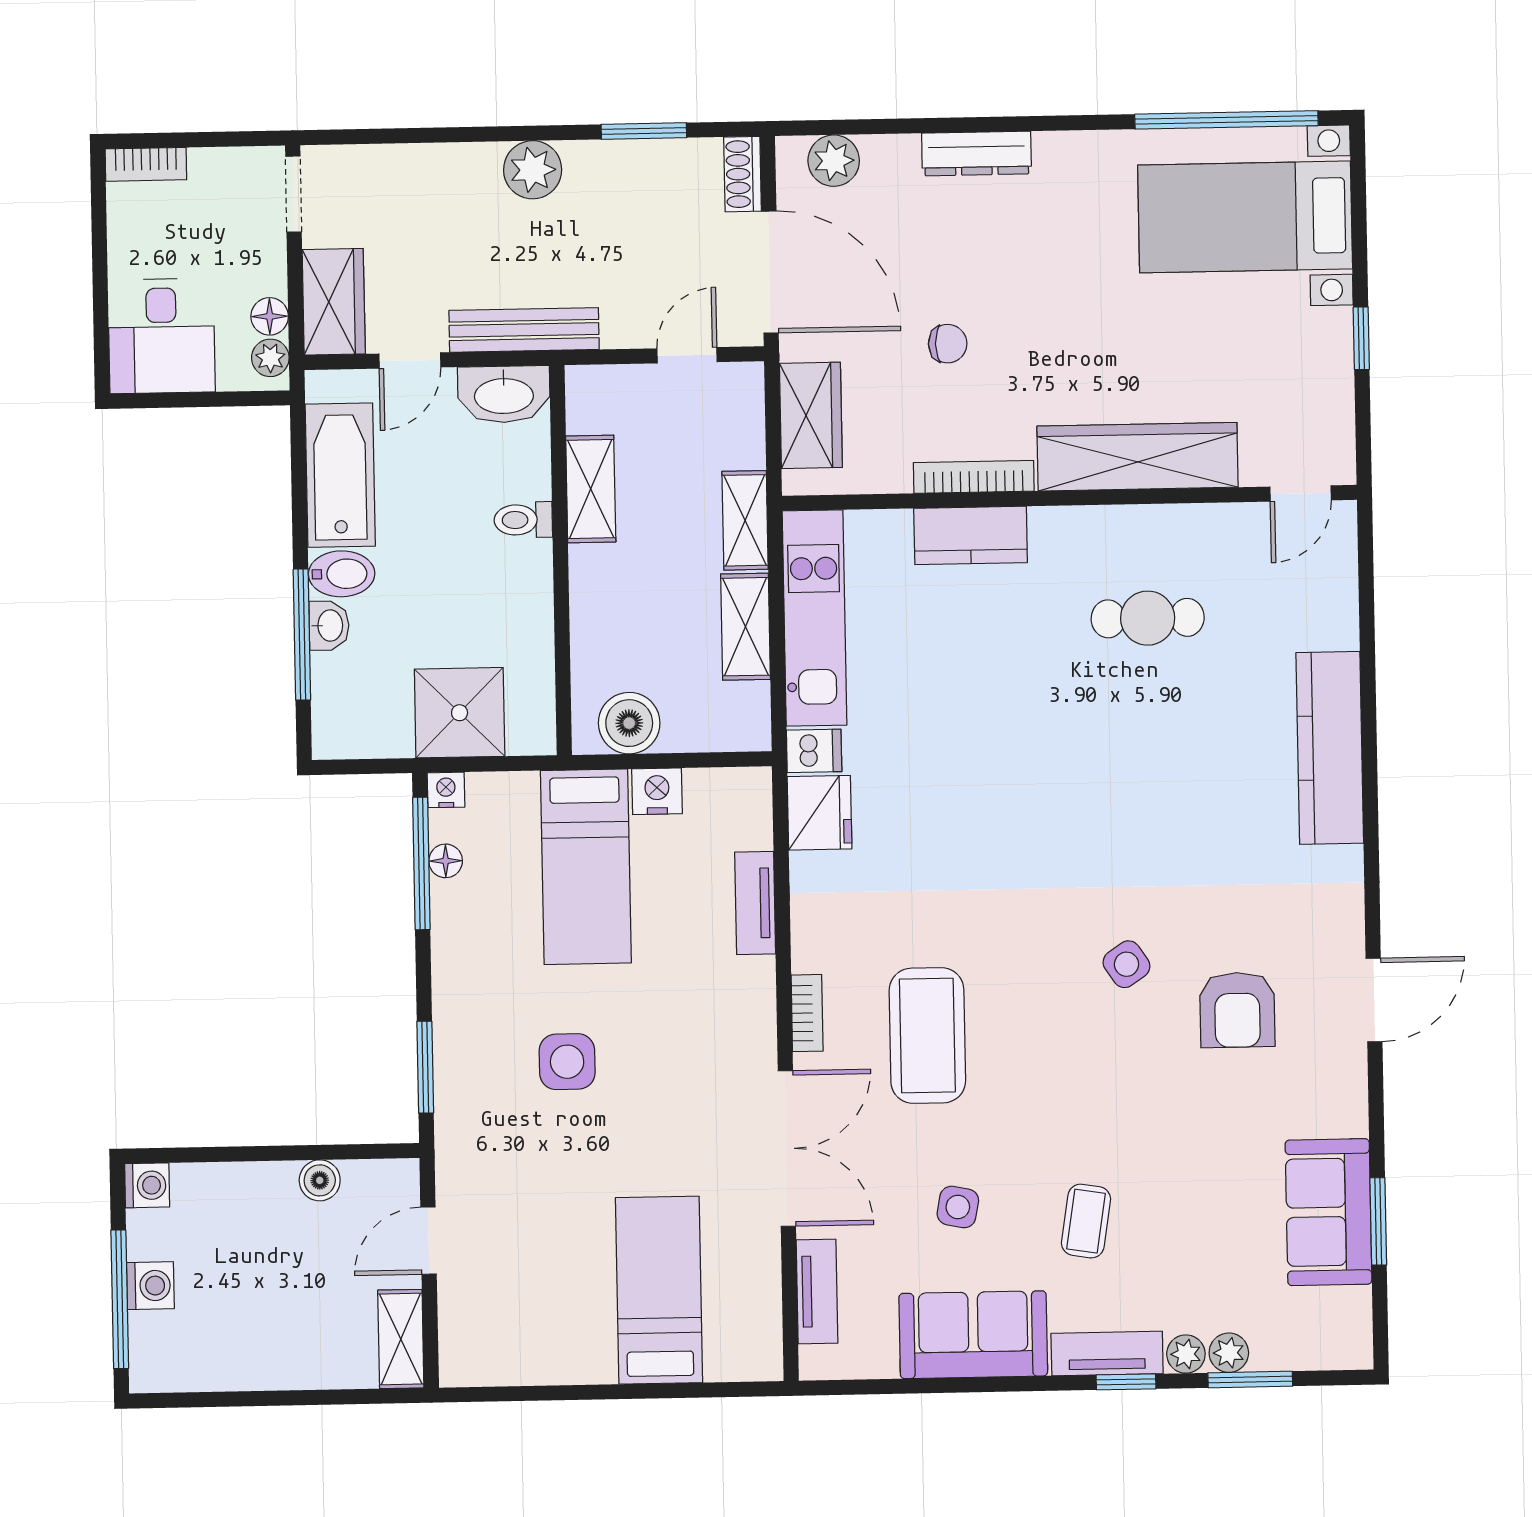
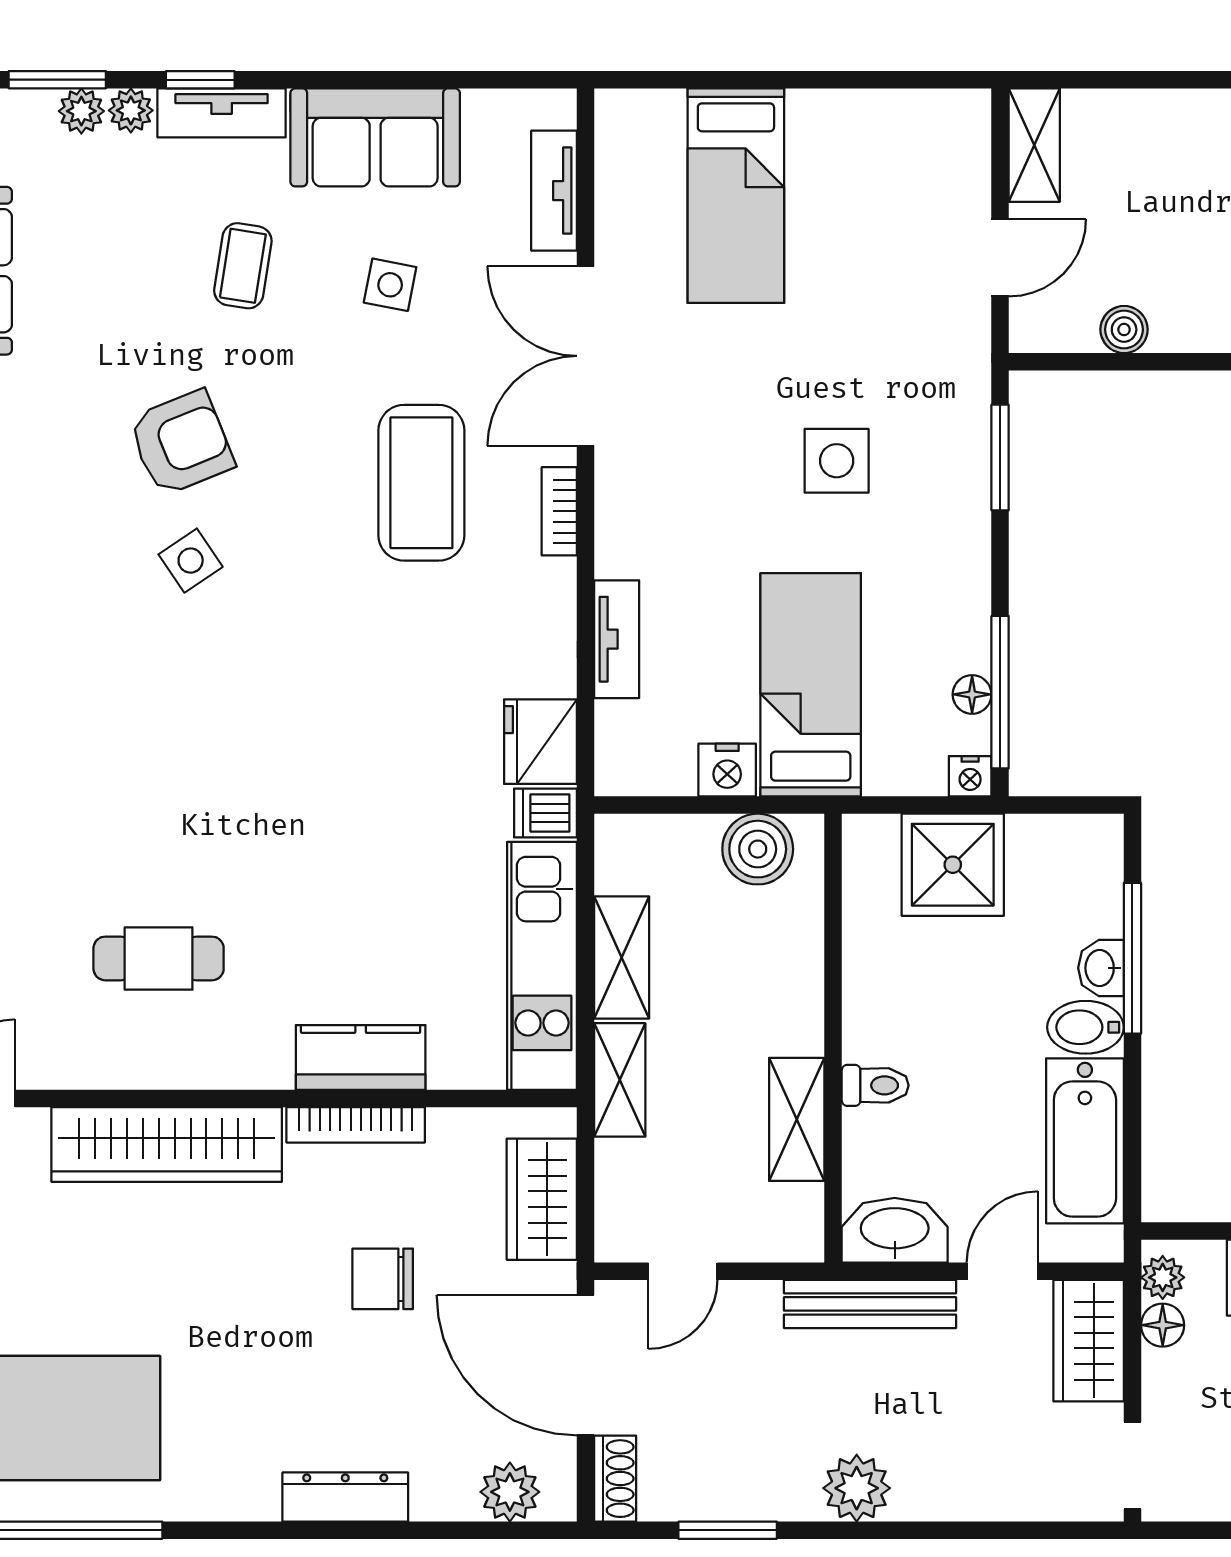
chair: (948, 344) -> (383, 1279), width x1.37, depth x1.37
armchair: (1237, 1010) -> (181, 443), moved, turned 68

